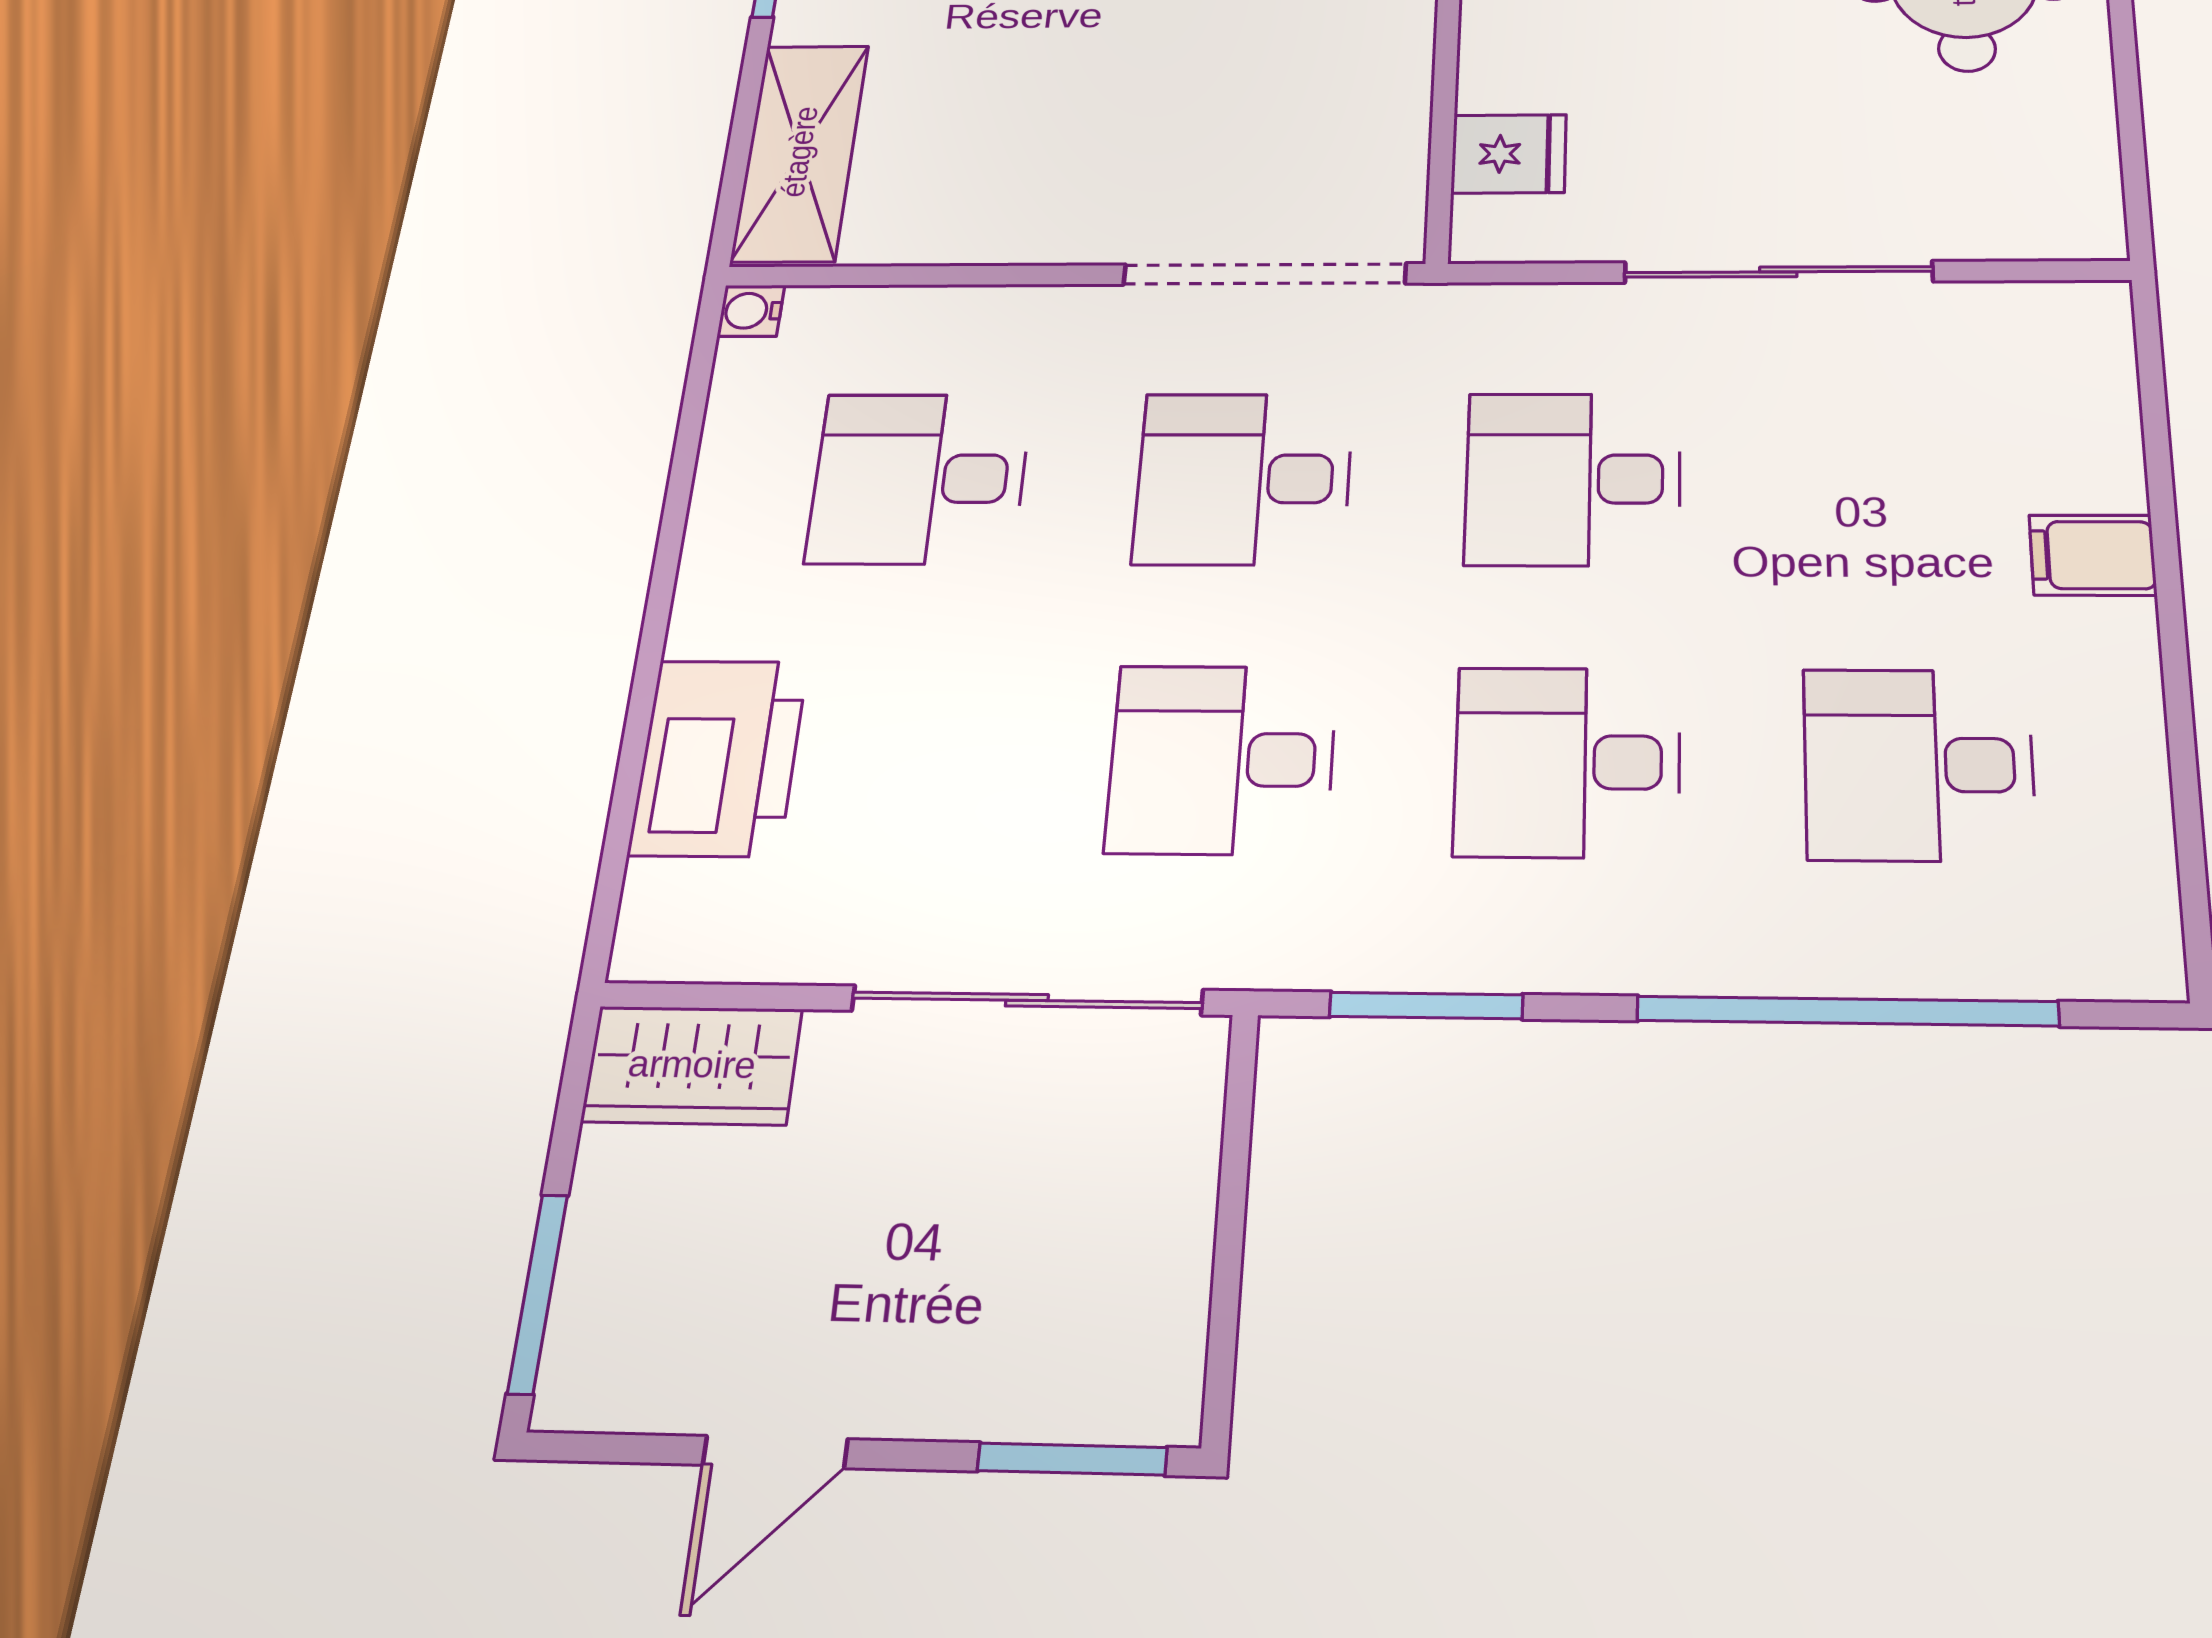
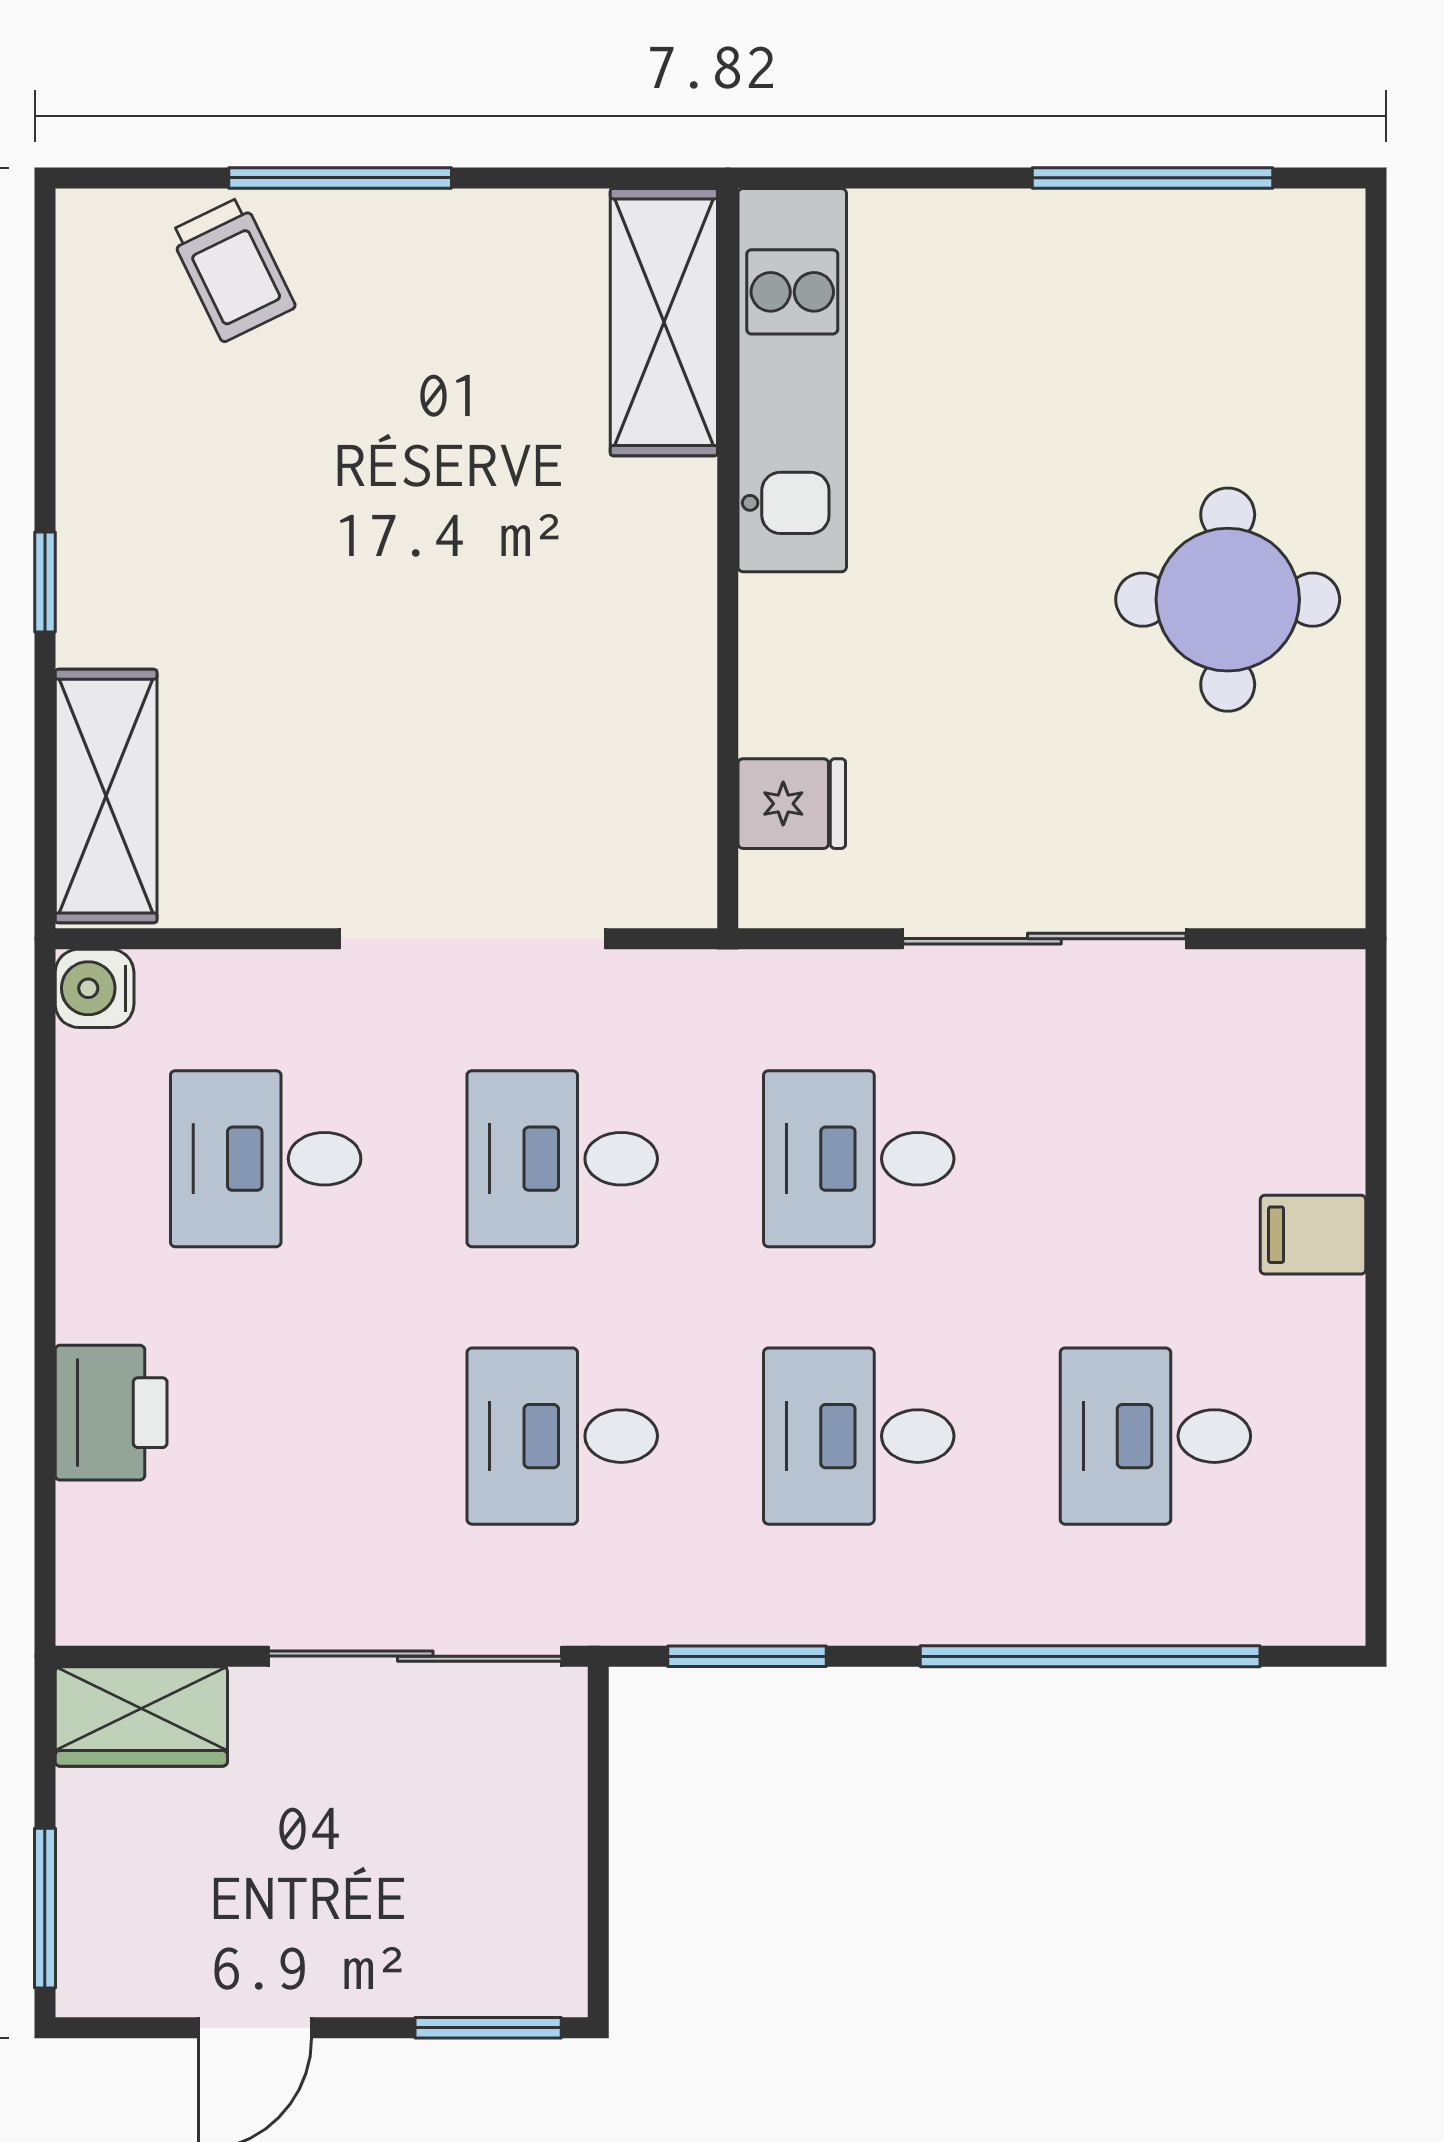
doorway: (1265, 274) -> (473, 939), moved
water cooler: (751, 311) -> (95, 988), width x1.38, depth x1.38
printer: (719, 758) -> (111, 1413), width x0.73, depth x0.84

